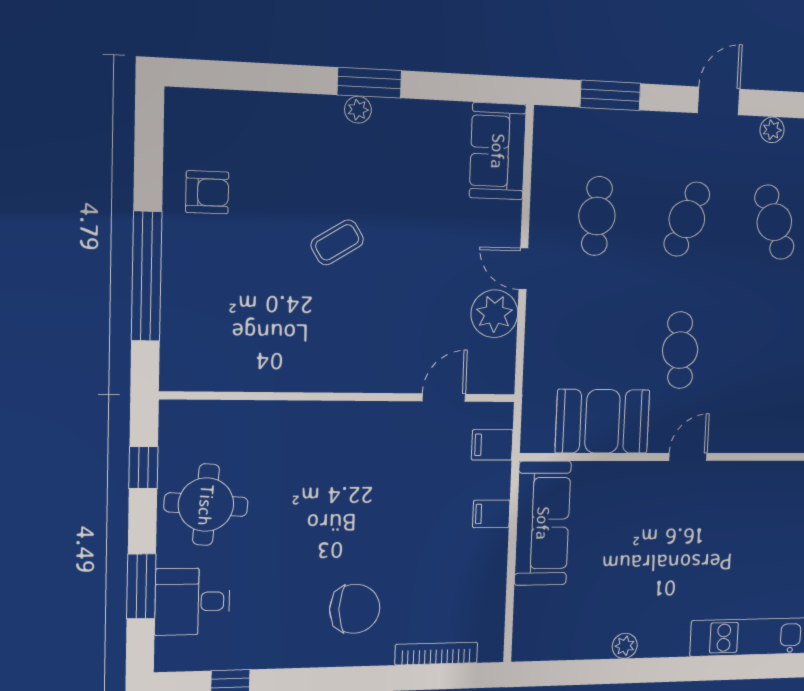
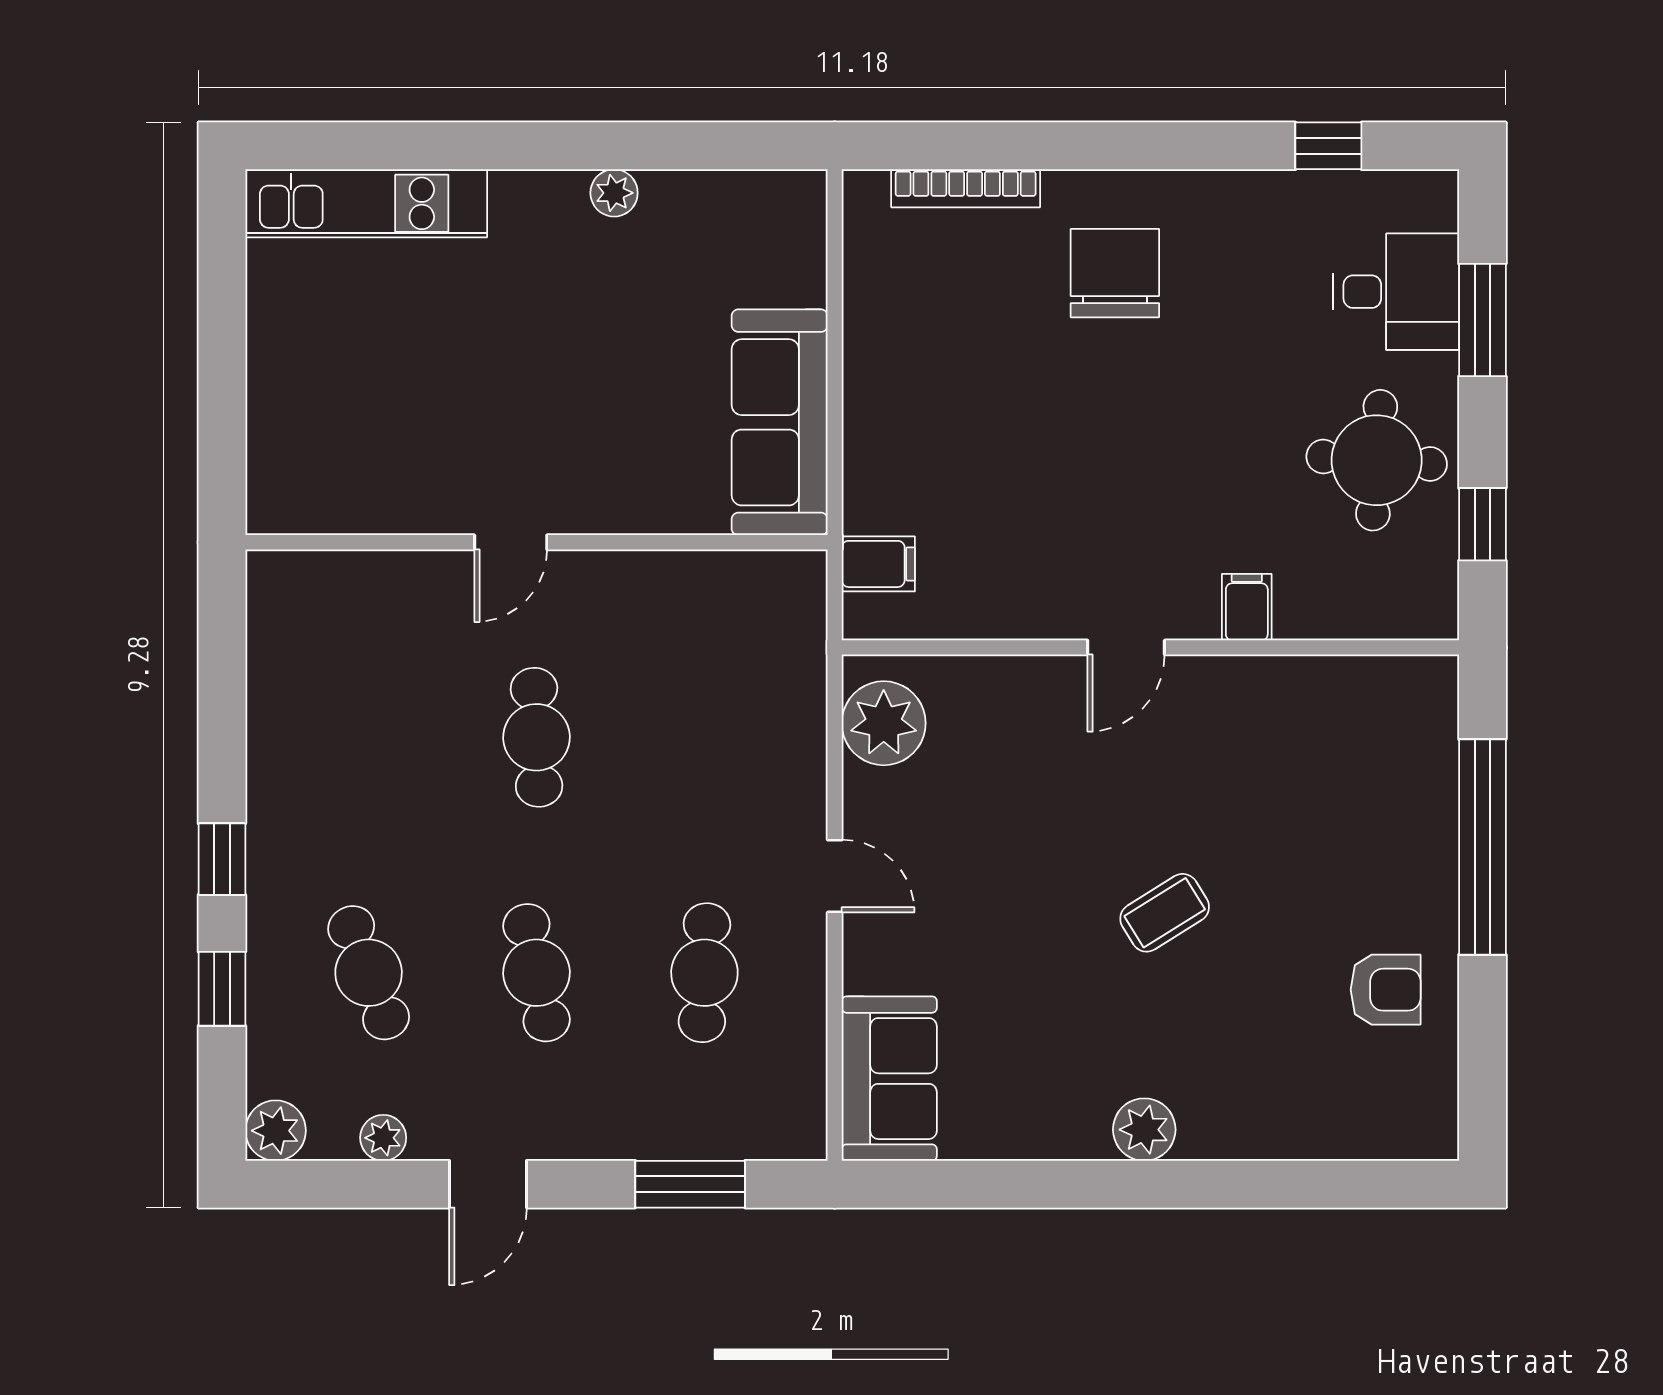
window: (369, 83) -> (1118, 1184), removed
plant: (358, 110) -> (1144, 1130), width x1.38, depth x1.38
armchair: (207, 192) -> (1386, 990), turned 180
cafe table: (687, 219) -> (537, 973), turned -33
plant: (494, 314) -> (884, 723), moved
door: (444, 398) -> (1126, 647), moved
booth: (602, 421) -> (677, 607), removed
filing cabinet: (491, 514) -> (1247, 607), moved, turned -90
chair: (355, 609) -> (1115, 273), turned 90

